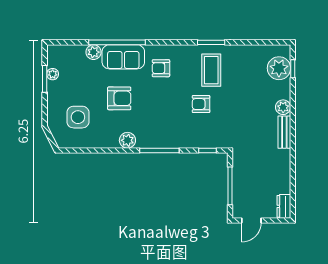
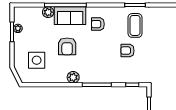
armchair: (119, 98) -> (67, 46), turned 90

